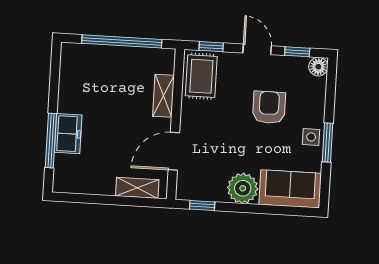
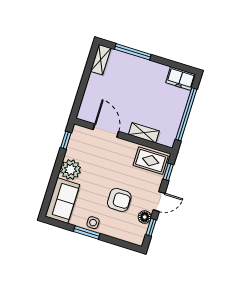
floor lamp: (318, 67) -> (145, 217), moved
freezer: (68, 134) -> (181, 79), moved
shelving: (137, 188) -> (101, 60), moved

